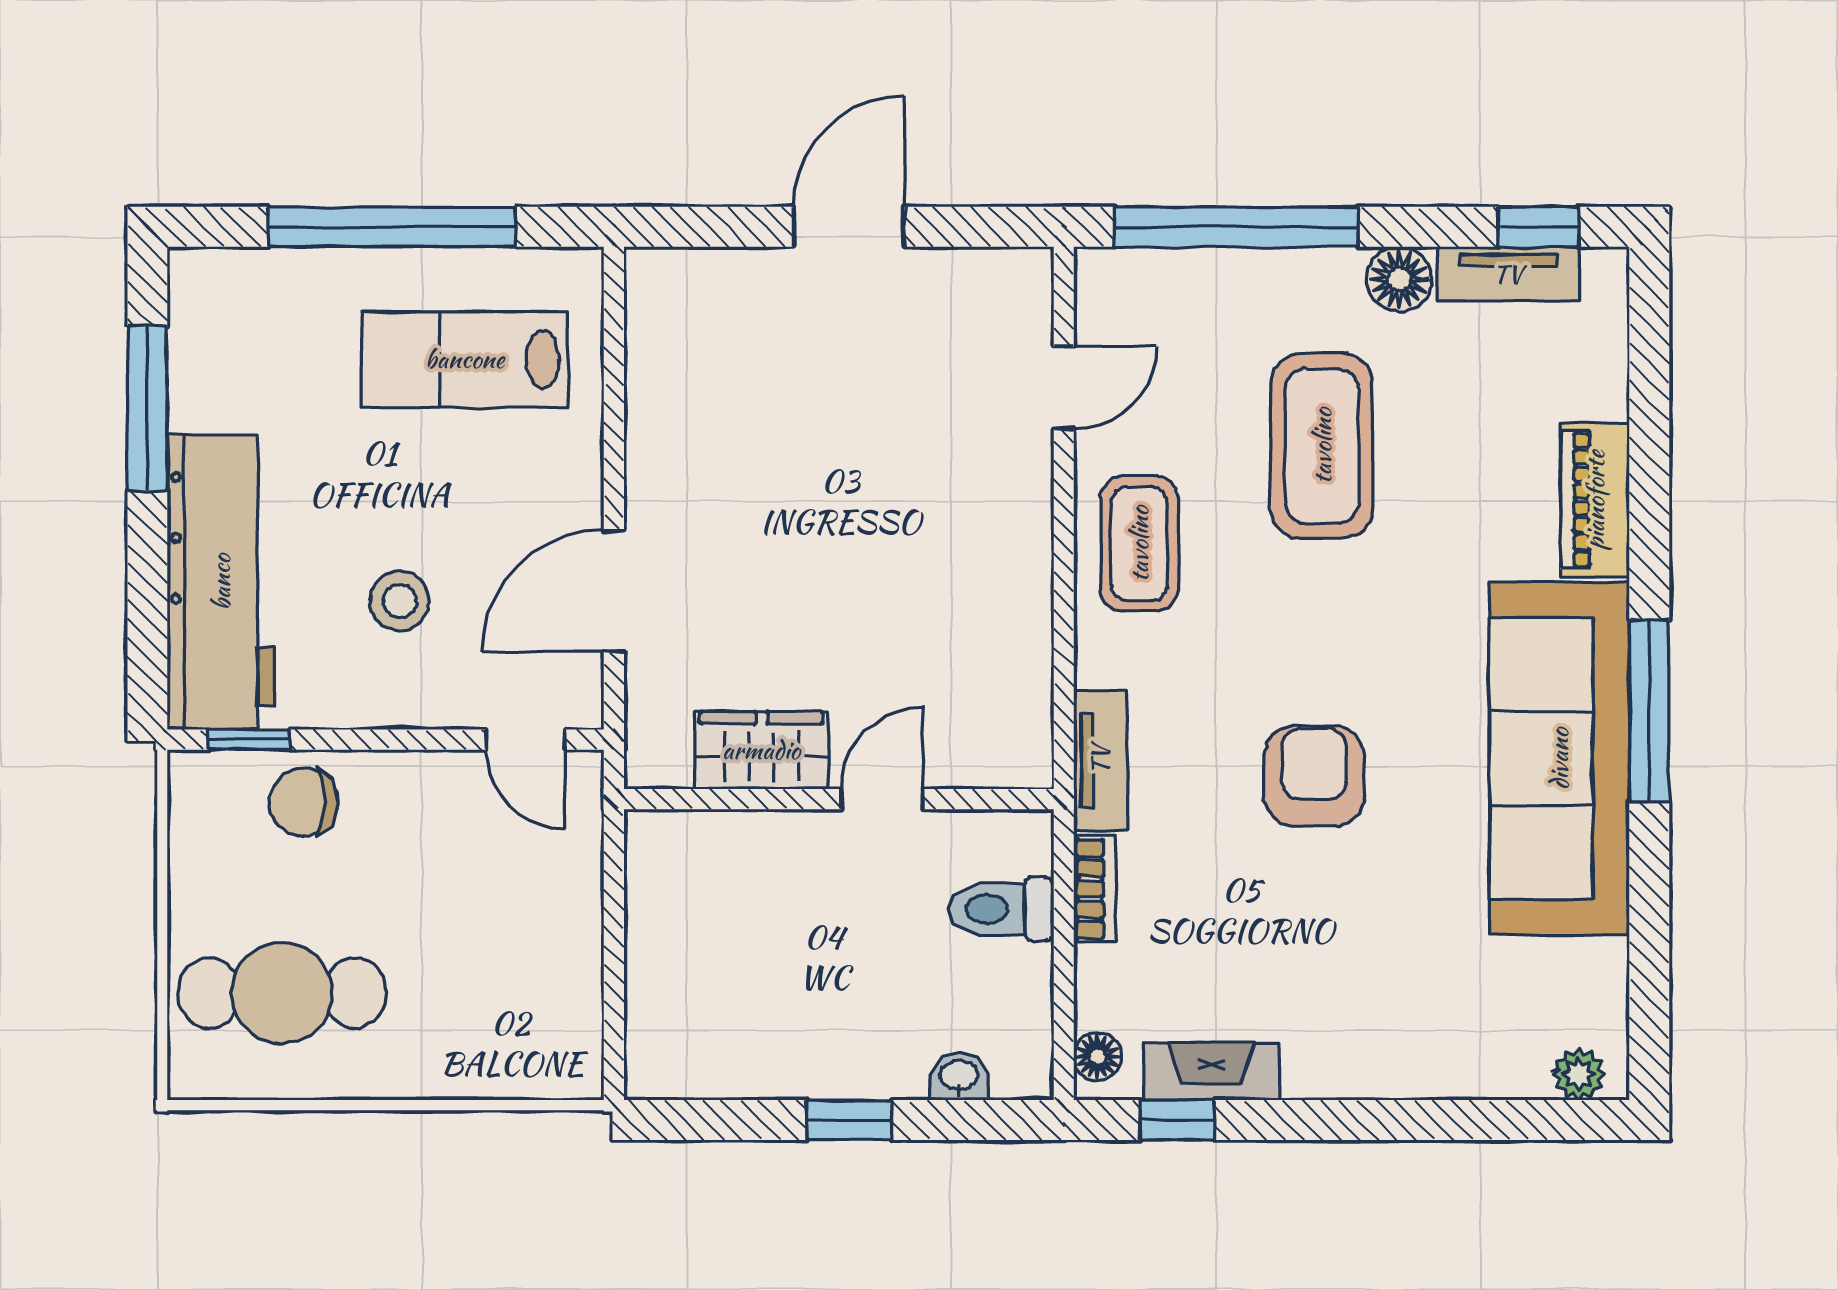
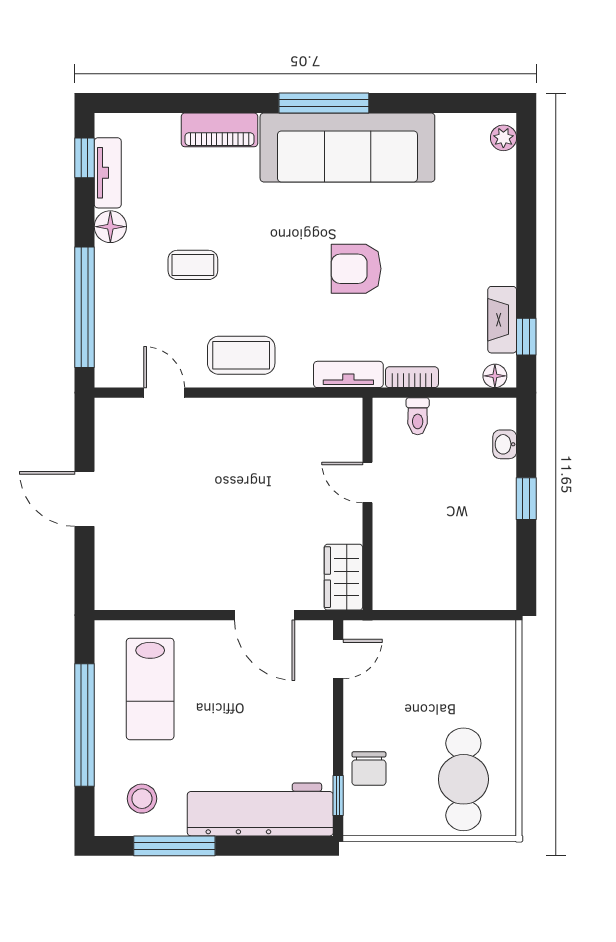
coffee table: (1322, 446) -> (193, 265), width x0.54, depth x0.58
stool: (400, 601) -> (142, 799), moved
wardrobe: (761, 750) -> (343, 577), moved
toilet: (1002, 909) -> (418, 416), width x0.73, depth x0.72

